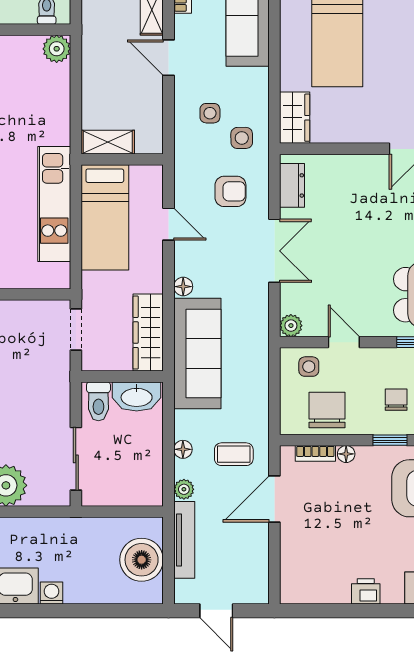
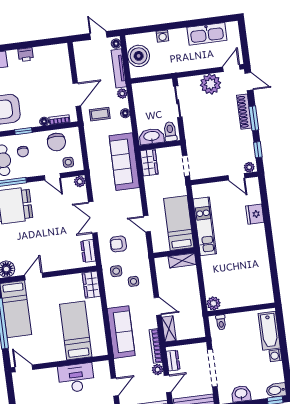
floor lamp: (183, 287) -> (116, 44), moved
wardrobe: (148, 332) -> (149, 162), width x0.67
washing machine: (52, 593) -> (162, 36), moved

